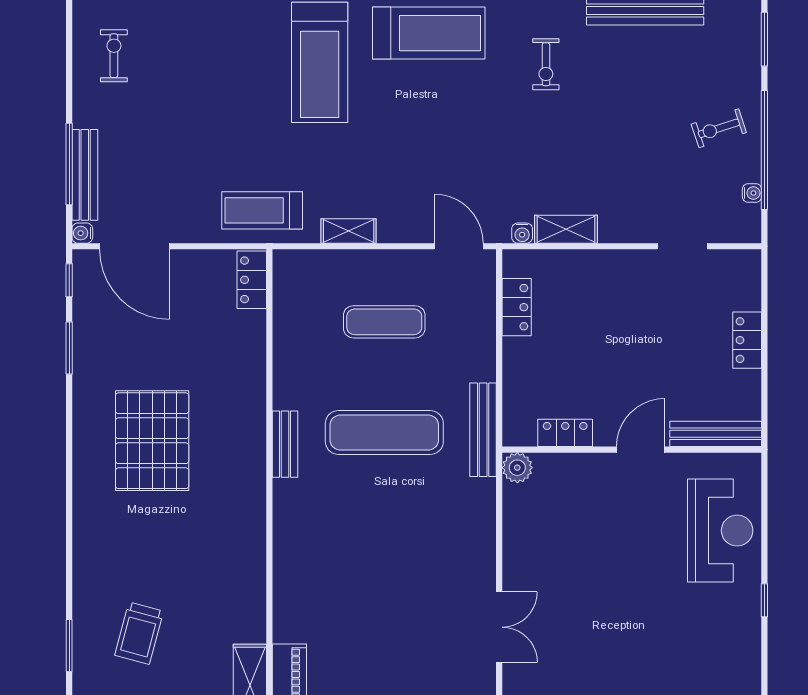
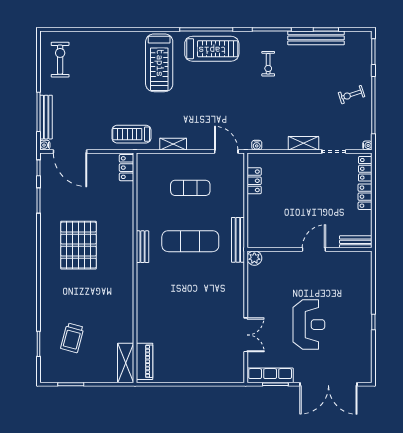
exercise bike: (114, 56) -> (60, 60), width x1.38, depth x1.39
water cooler: (752, 193) -> (367, 145), moved
shelving: (566, 229) -> (303, 143), moved
locker: (565, 433) -> (365, 169), moved, turned -90
bench: (716, 434) -> (356, 242), width x0.73
reception desk: (720, 531) -> (309, 325), moved

